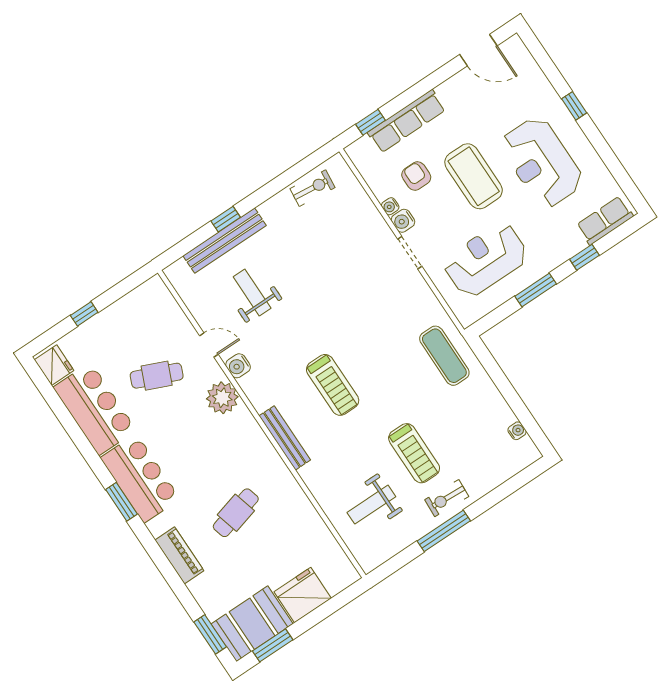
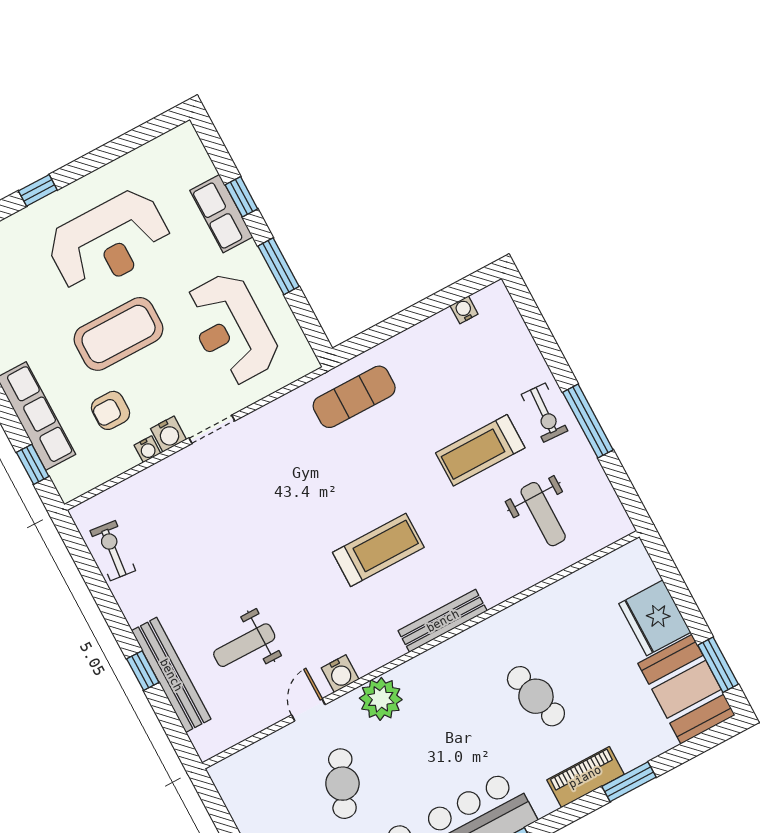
row of seats: (605, 221) -> (221, 214), moved
treadmill: (414, 453) -> (480, 450), turned 180
window: (210, 634) -> (629, 782), moved

